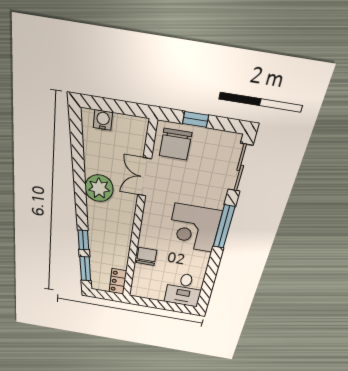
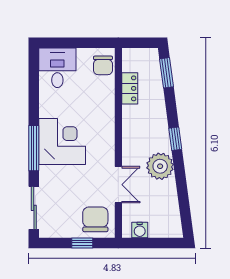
water cooler: (103, 120) -> (140, 230), moved
window: (83, 240) -> (175, 139), moved
chair: (147, 256) -> (103, 65), moved
locker: (118, 281) -> (130, 88), moved

